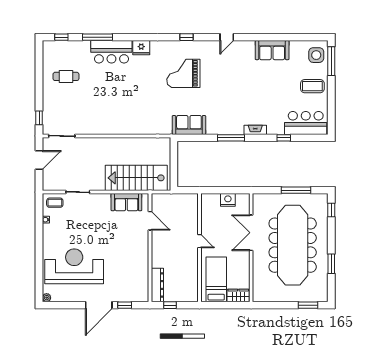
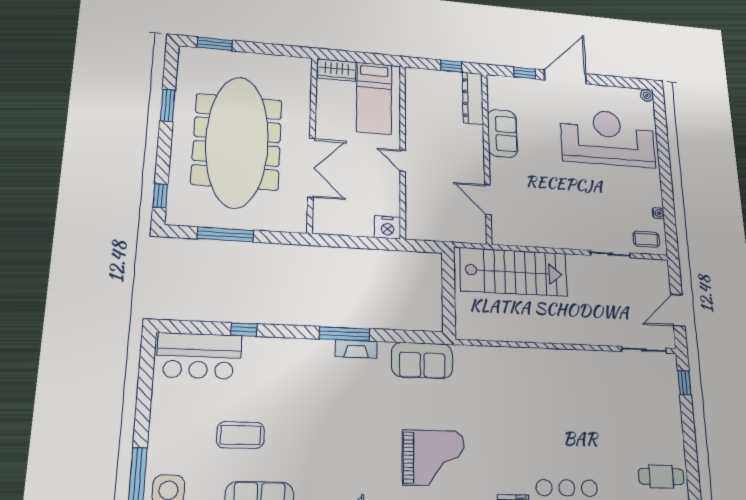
cafe table: (66, 76) -> (661, 477), moved
coffee table: (312, 86) -> (240, 435), moved
fireplace: (255, 130) -> (356, 349), moved
nightstand: (228, 200) -> (388, 227), moved
sofa: (126, 202) -> (502, 133), moved, turned 90
reception desk: (74, 266) -> (608, 138), turned 180

